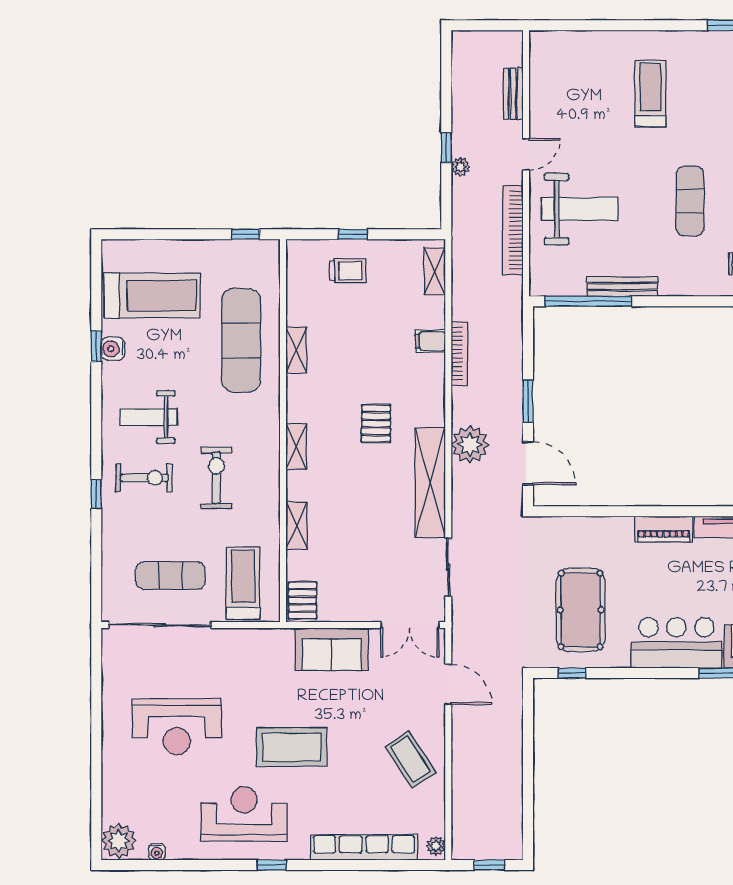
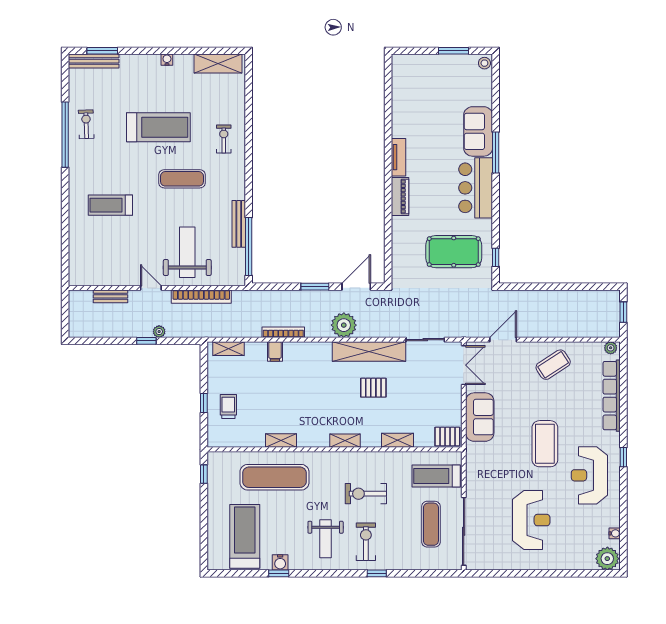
pallet: (376, 424) -> (373, 388), moved

